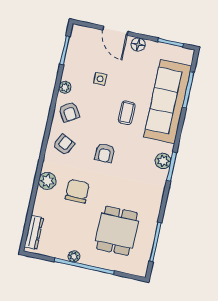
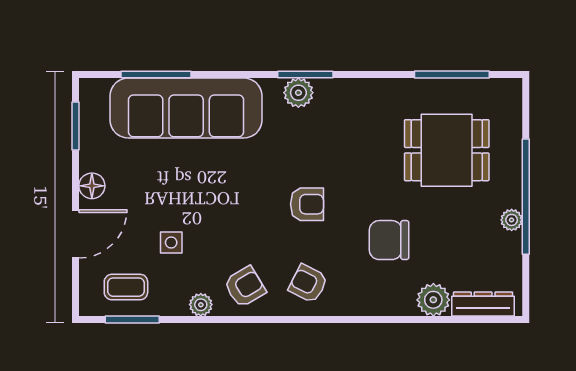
coffee table: (127, 113) -> (126, 287), moved
plant: (47, 181) -> (433, 300), moved

